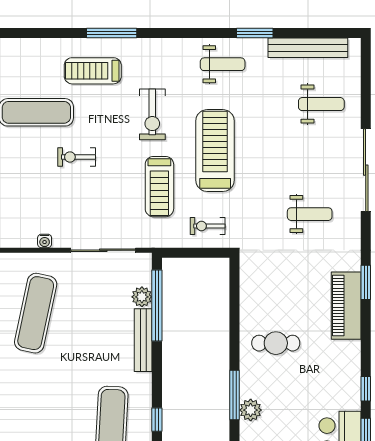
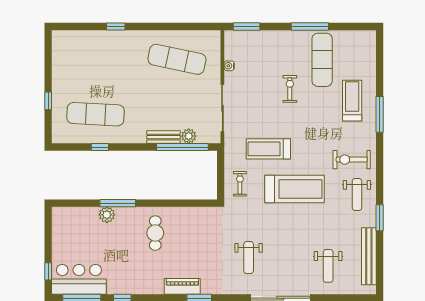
exercise bike: (152, 114) -> (352, 160), moved
piano: (346, 306) -> (182, 286), width x0.73, depth x0.75
bench: (143, 340) -> (164, 137), width x0.73

